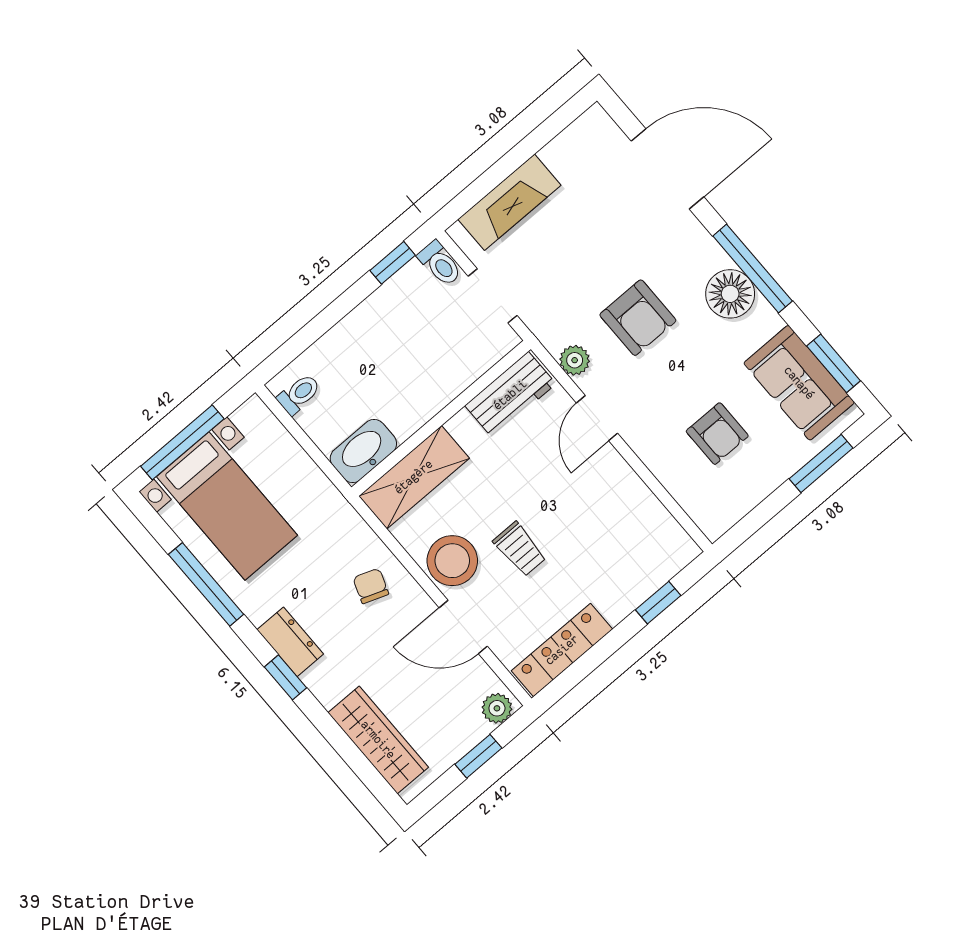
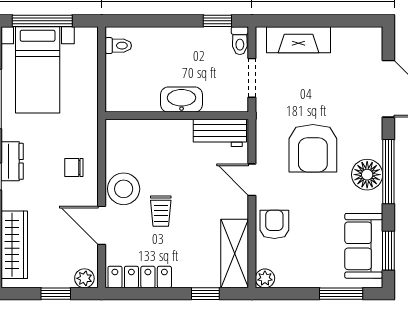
armchair: (638, 318) -> (313, 148), width x1.36, depth x1.36
plant: (575, 360) -> (265, 278), moved
door: (597, 418) -> (252, 180), hinge flipped
armchair: (717, 434) -> (274, 224), moved, turned 180
washbasin: (363, 451) -> (182, 100), moved
shelving: (414, 477) -> (235, 253), moved, turned 90
chair: (371, 586) -> (74, 167), turned -110

